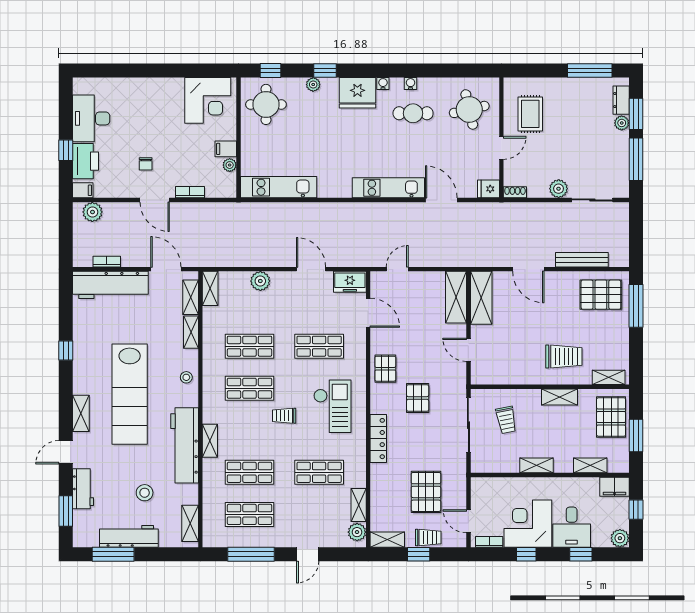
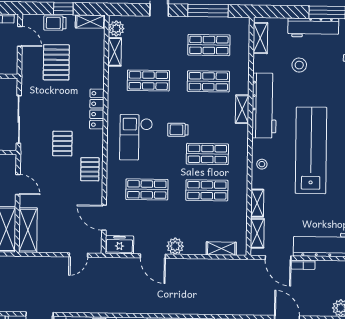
bookcase: (107, 262) -> (303, 265), moved
plant: (260, 281) -> (175, 246), moved
shelving: (210, 288) -> (221, 249), moved, turned 90
trolley: (284, 416) -> (178, 130), turned 180

